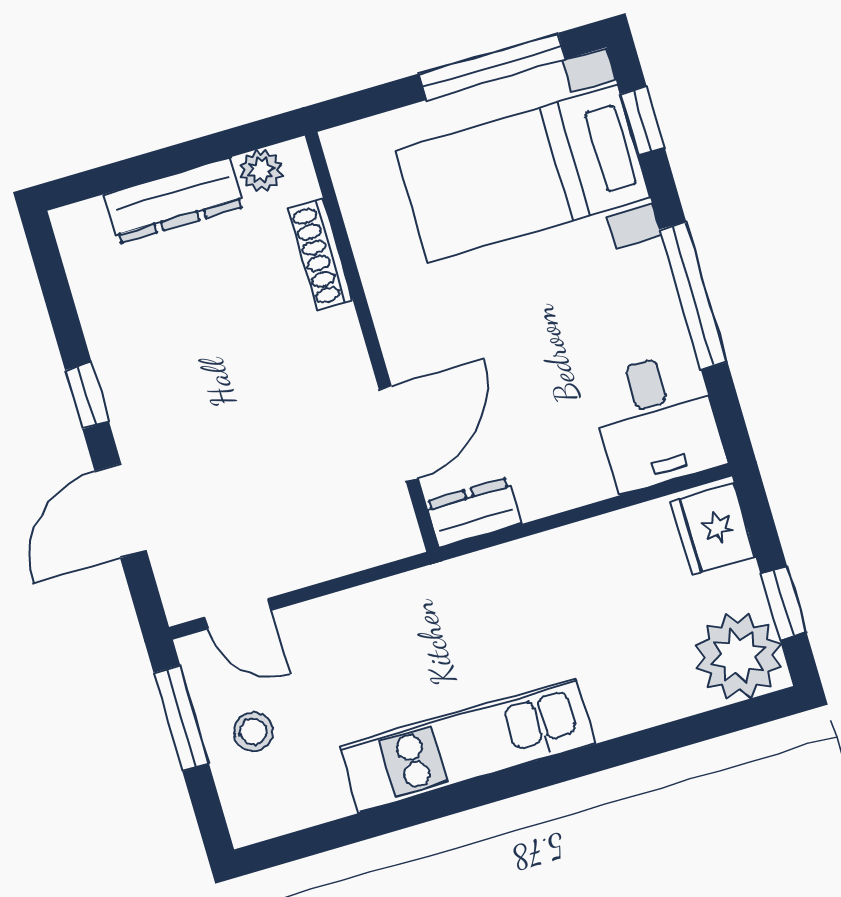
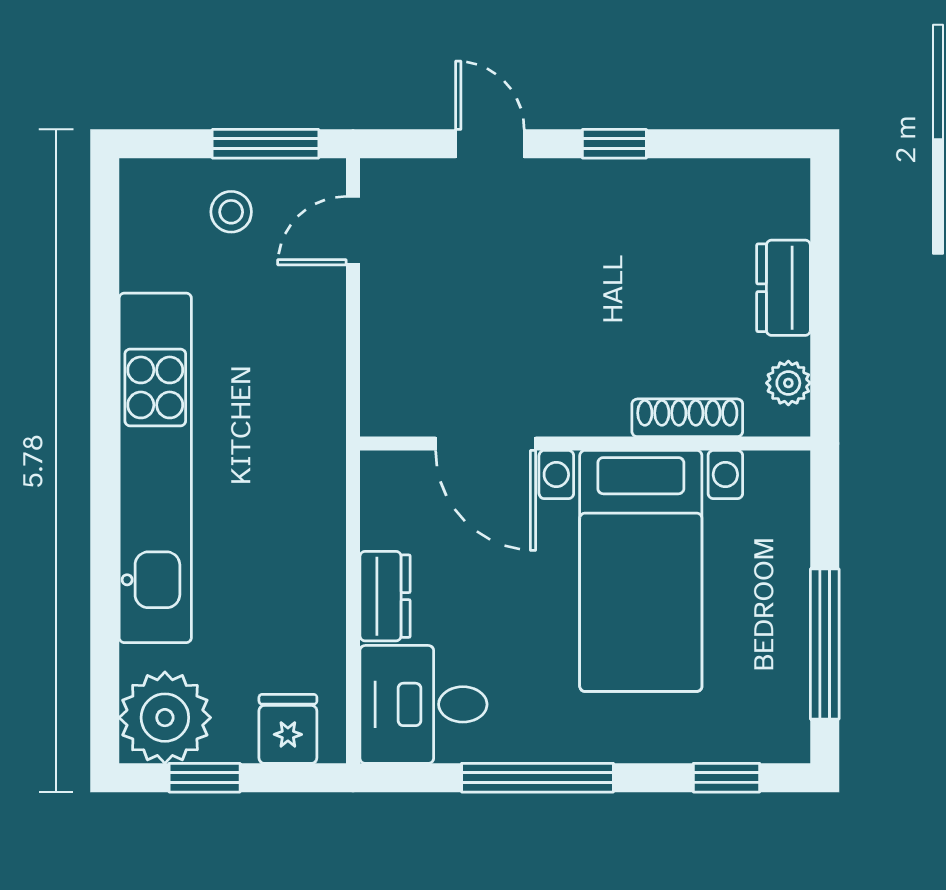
bed with nightstands: (523, 174) -> (641, 571), moved, turned 180
dresser: (174, 201) -> (784, 288), width x0.70
door: (121, 511) -> (490, 144), width x0.73
dresser: (474, 513) -> (385, 596), moved
fridge: (713, 529) -> (288, 729), width x0.72
kitchen unit: (467, 745) -> (155, 468), width x1.36

